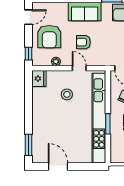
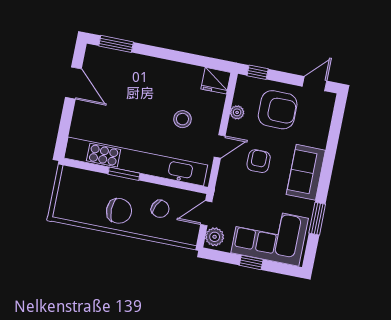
door: (29, 17) -> (315, 84), swing flipped
armchair: (49, 37) -> (278, 110), turned 180
door: (58, 166) -> (73, 83), hinge flipped

